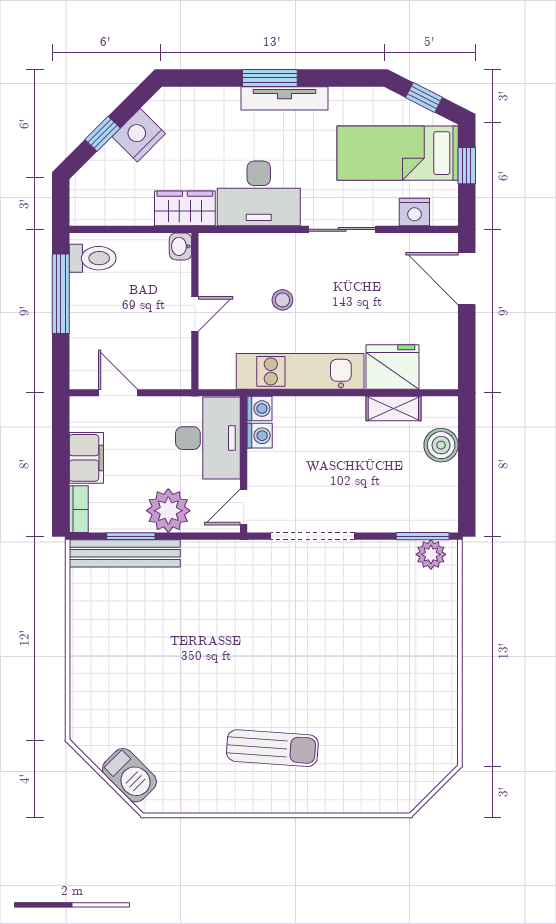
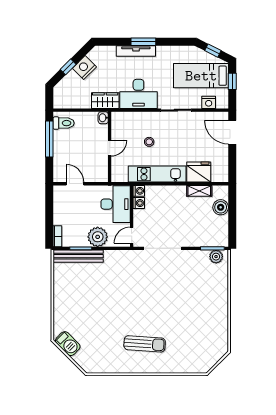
tv unit: (284, 98) -> (136, 51), moved
filing cabinet: (86, 458) -> (61, 213), removed
barbecue: (129, 775) -> (68, 344), moved

